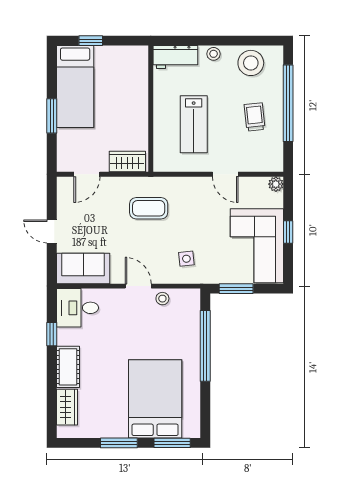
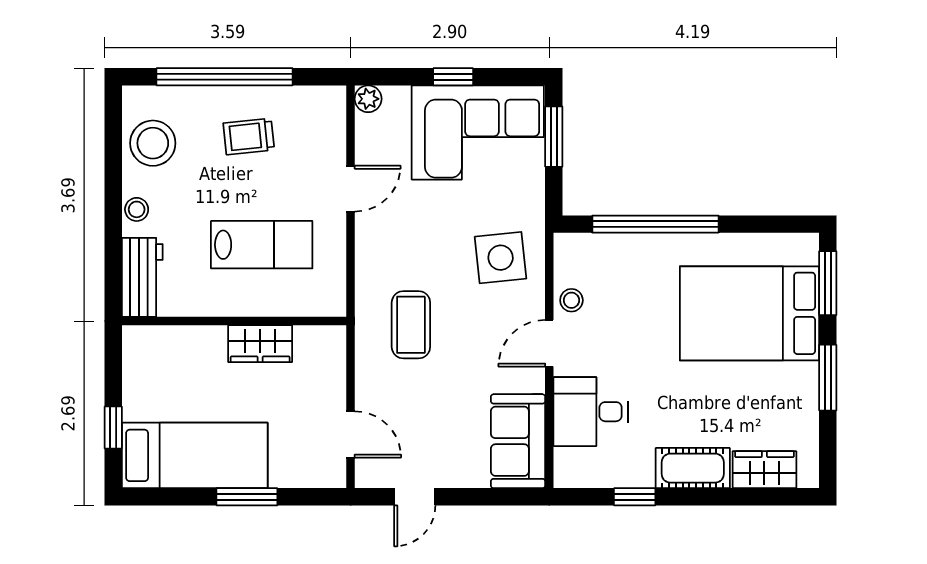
wardrobe: (127, 162) -> (260, 344), moved, turned -90
door: (52, 231) -> (415, 497), moved
side table: (186, 259) -> (501, 258), width x1.87, depth x1.87
window: (236, 289) -> (554, 137), moved
desk: (77, 308) -> (591, 412), moved, turned 90

